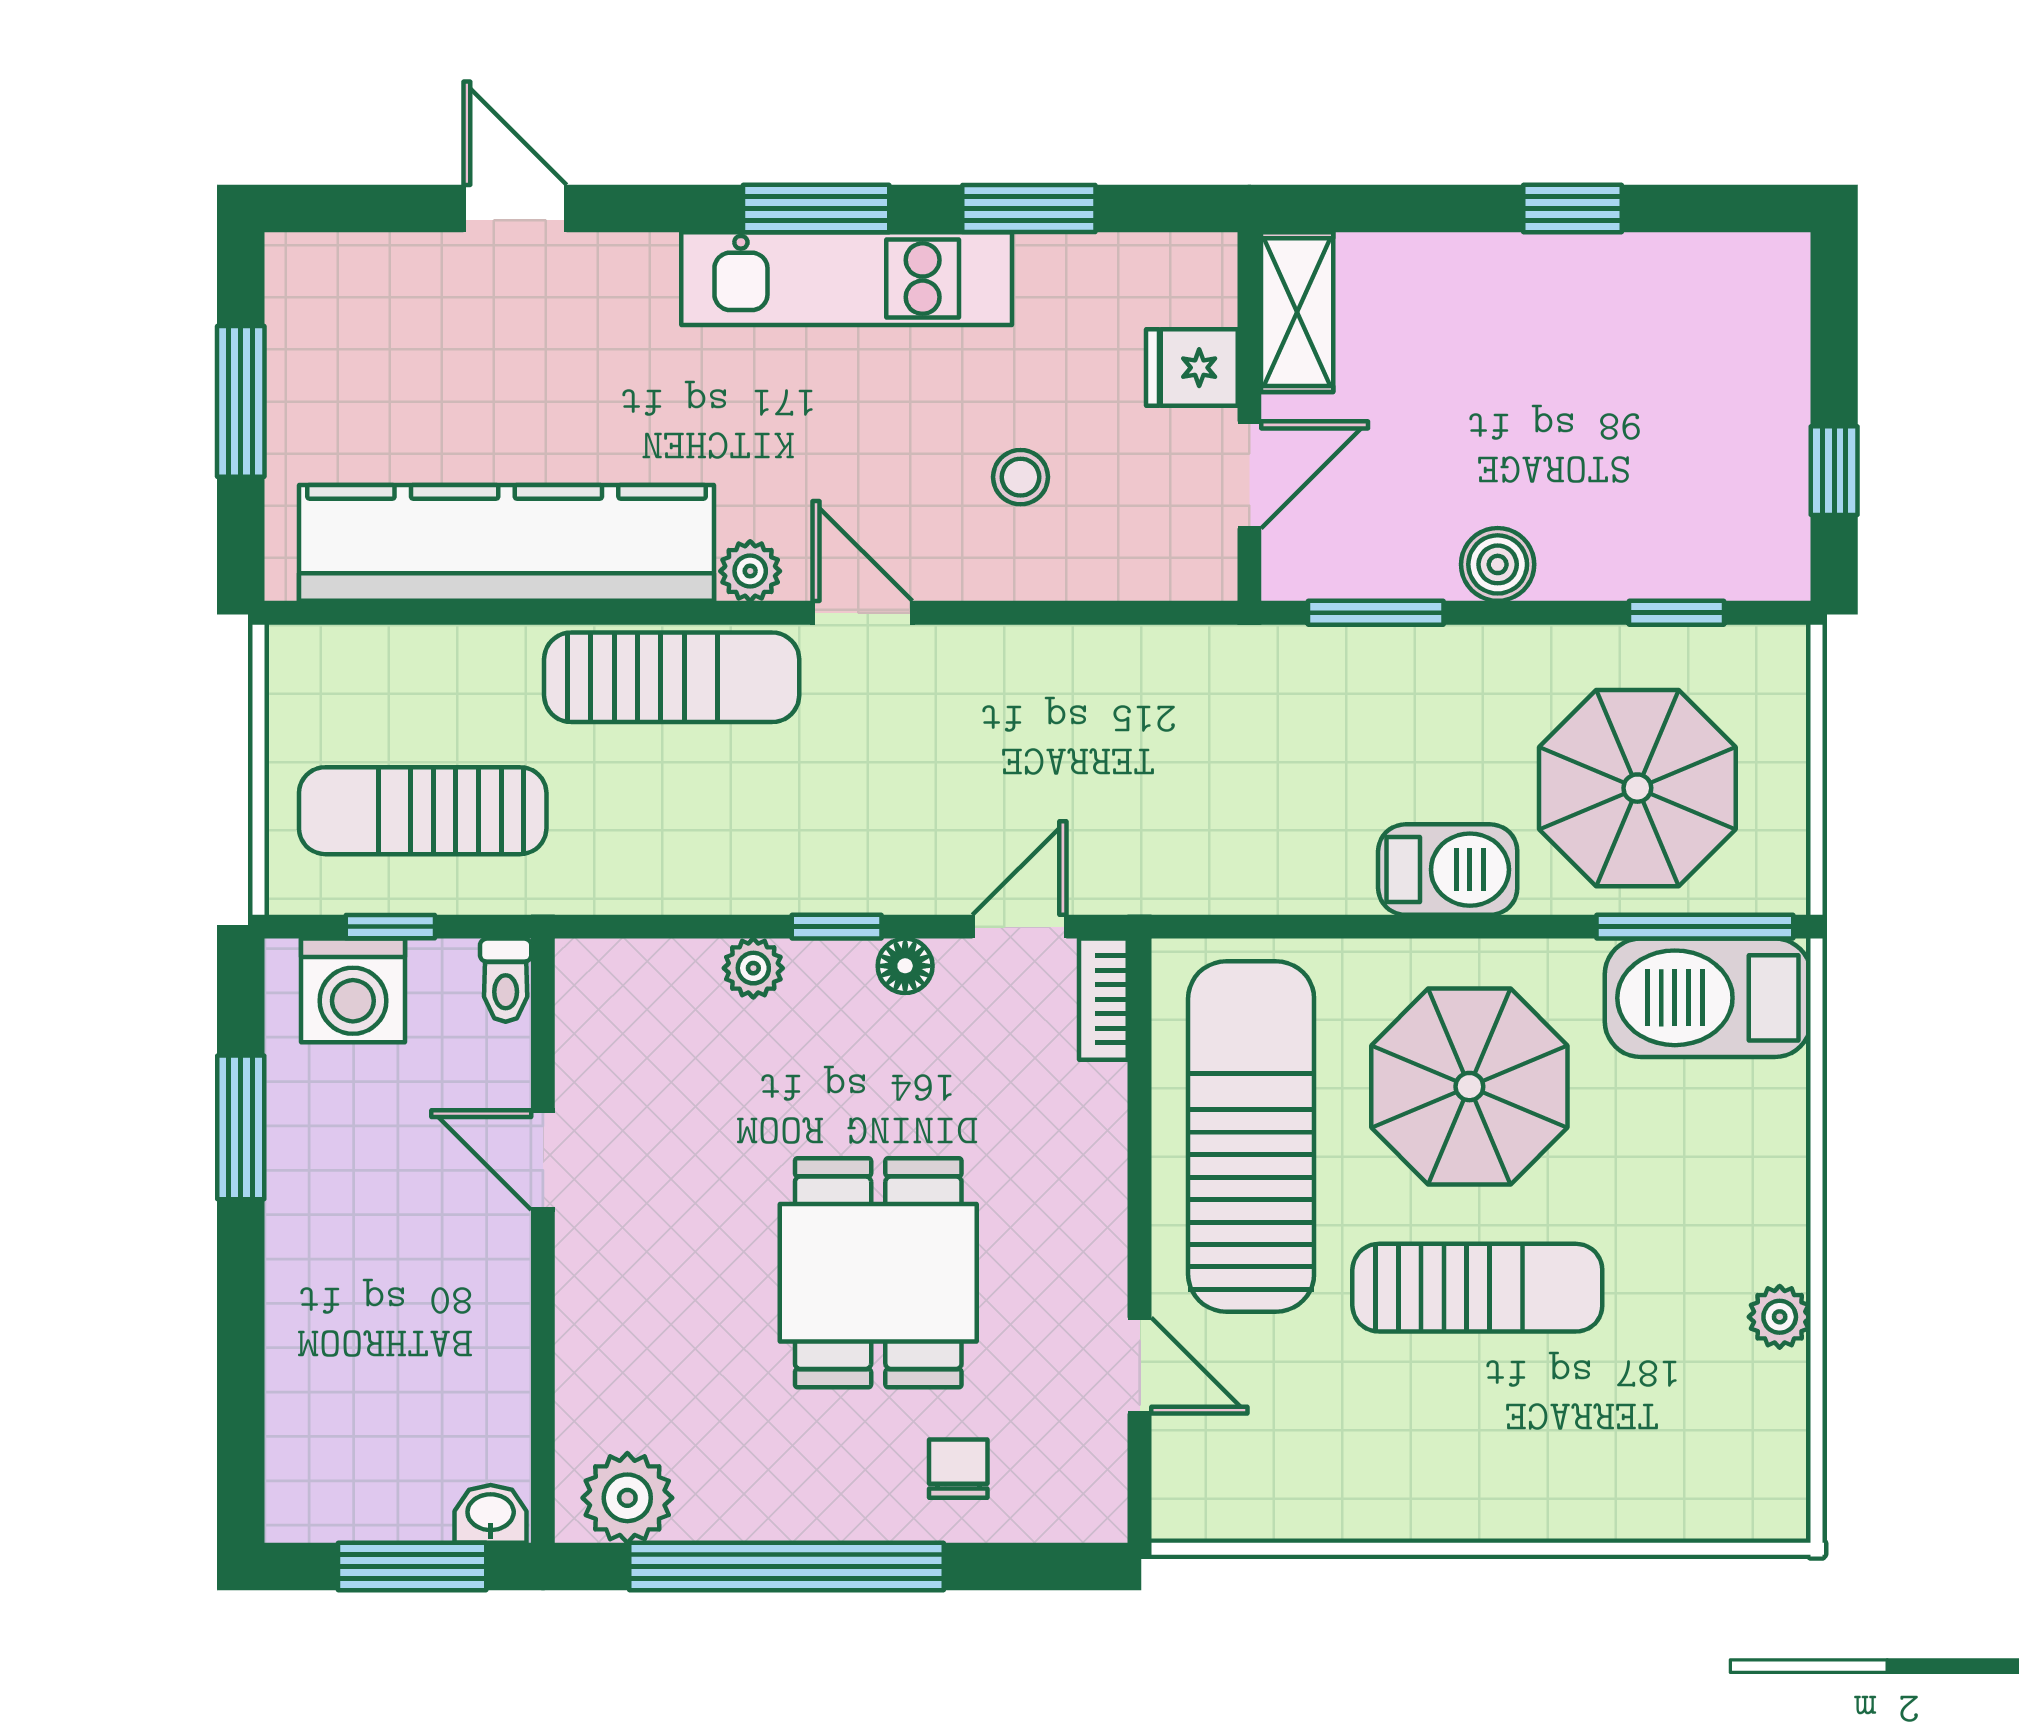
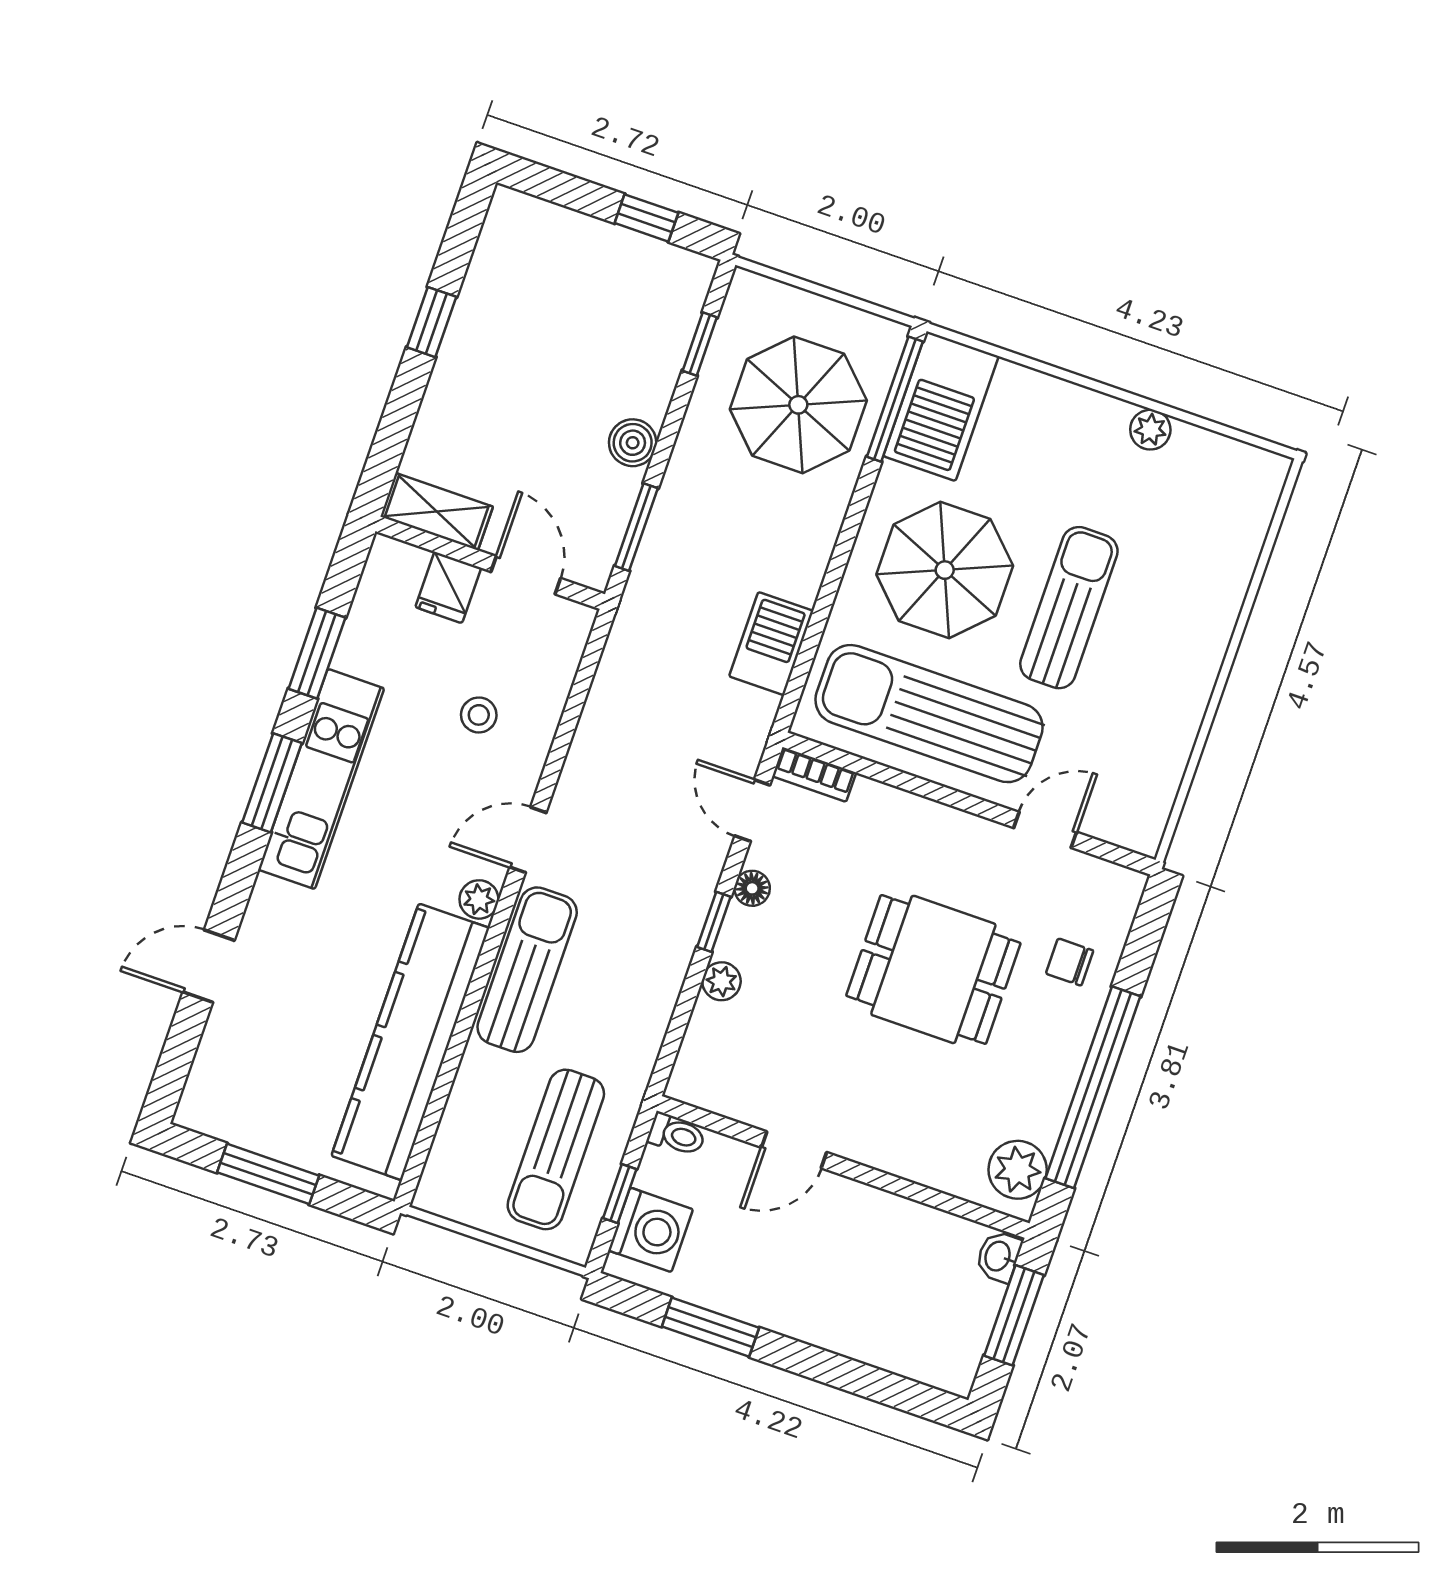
barbecue: (1448, 870) -> (771, 644), moved

